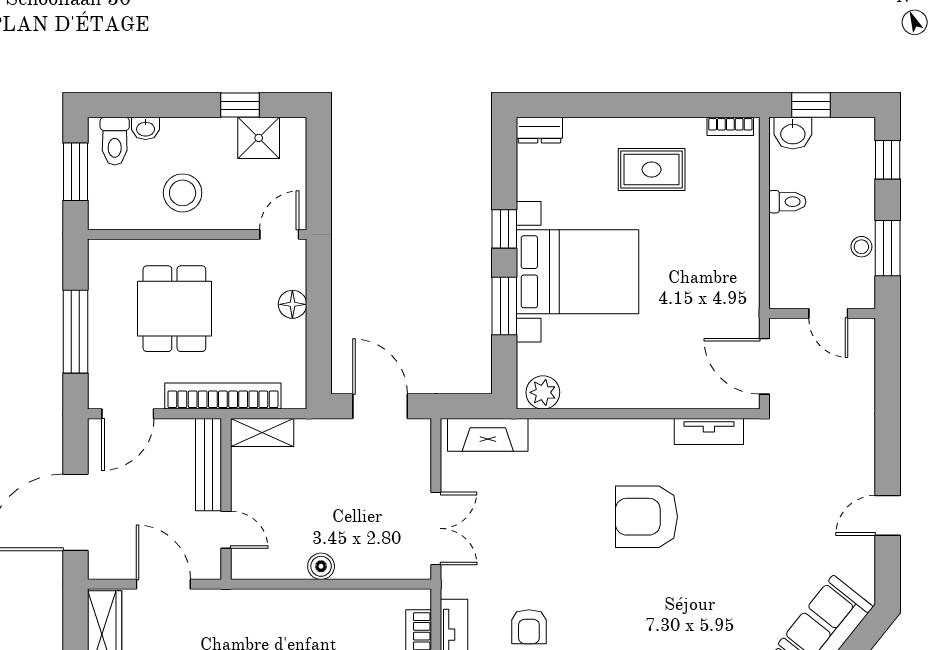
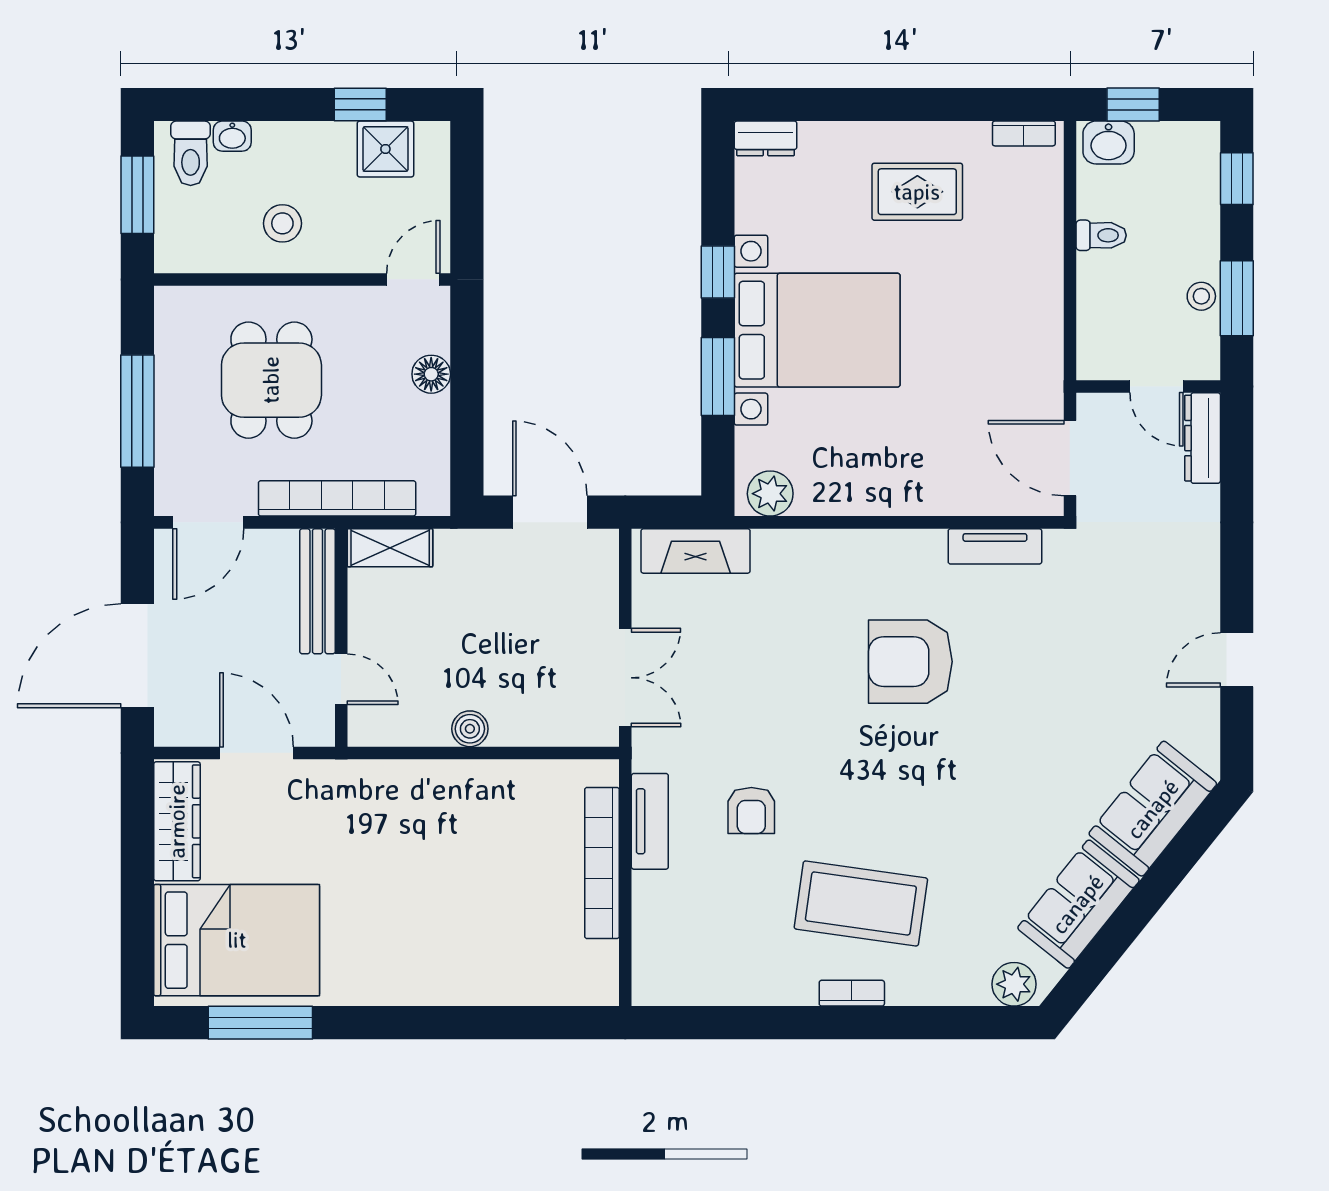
stool: (183, 193) -> (282, 223), width x0.73, depth x0.73
dresser: (862, 352) -> (1203, 438), added

